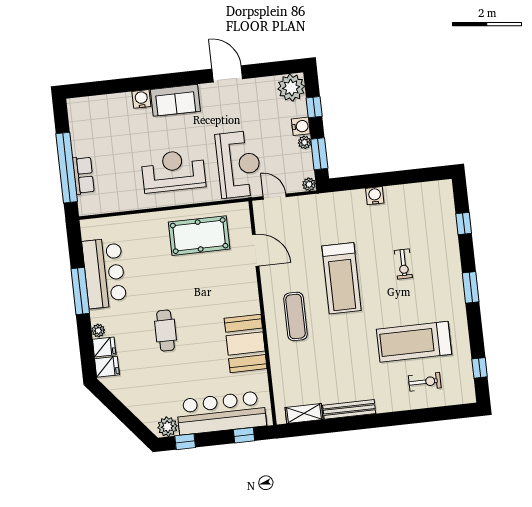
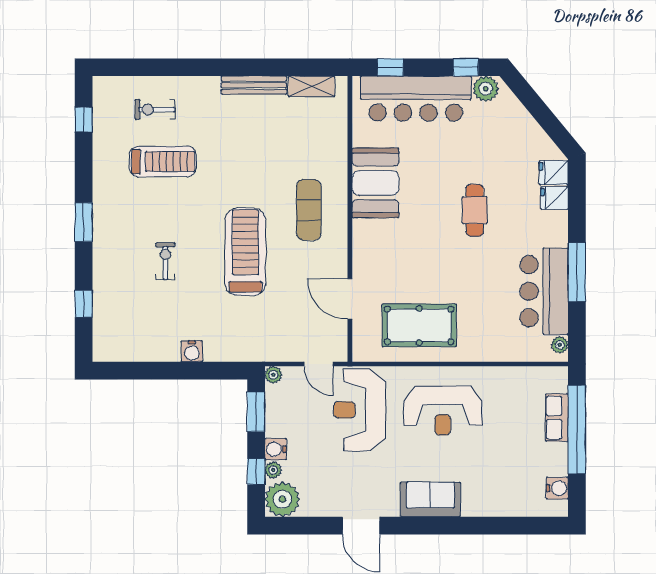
water cooler: (141, 99) -> (557, 488), moved, turned -90
plant: (305, 142) -> (273, 470), moved
plant: (98, 331) -> (560, 345), moved
treadmill: (414, 342) -> (163, 162), width x0.73, depth x0.73

